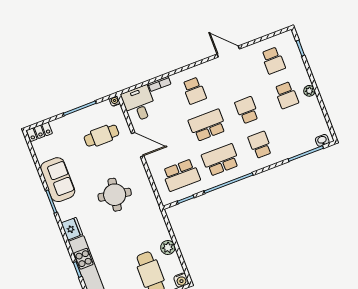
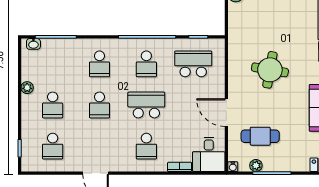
school desk: (273, 61) -> (53, 146), turned 180
school desk: (194, 91) -> (146, 146), turned 180
plant: (309, 91) -> (27, 88), moved
school desk: (286, 95) -> (53, 105), turned 180
plant: (96, 110) -> (256, 165), added
school desk: (207, 125) -> (146, 105), turned 180
school desk: (221, 160) -> (146, 64), width x0.54

